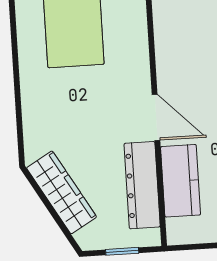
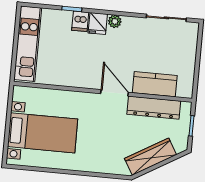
door: (156, 117) -> (115, 93), hinge flipped

